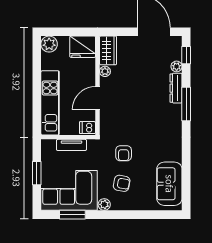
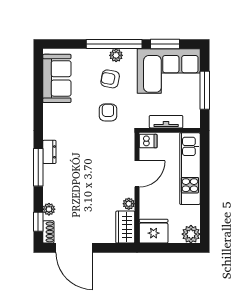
shoe rack: (177, 46) -> (48, 232), added
dresser: (176, 88) -> (49, 152), moved, width x0.70
window: (37, 173) -> (205, 90), width x1.44
plant: (104, 204) -> (116, 55), moved
window: (118, 215) -> (114, 44), added

